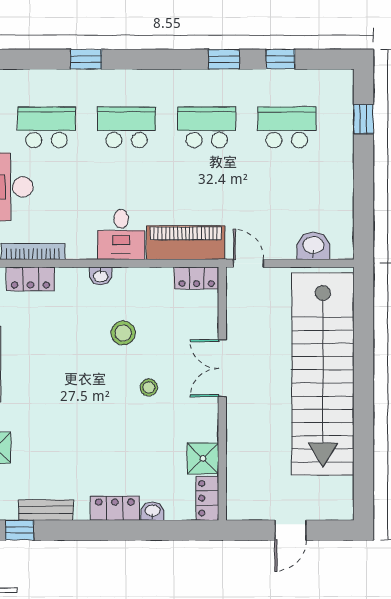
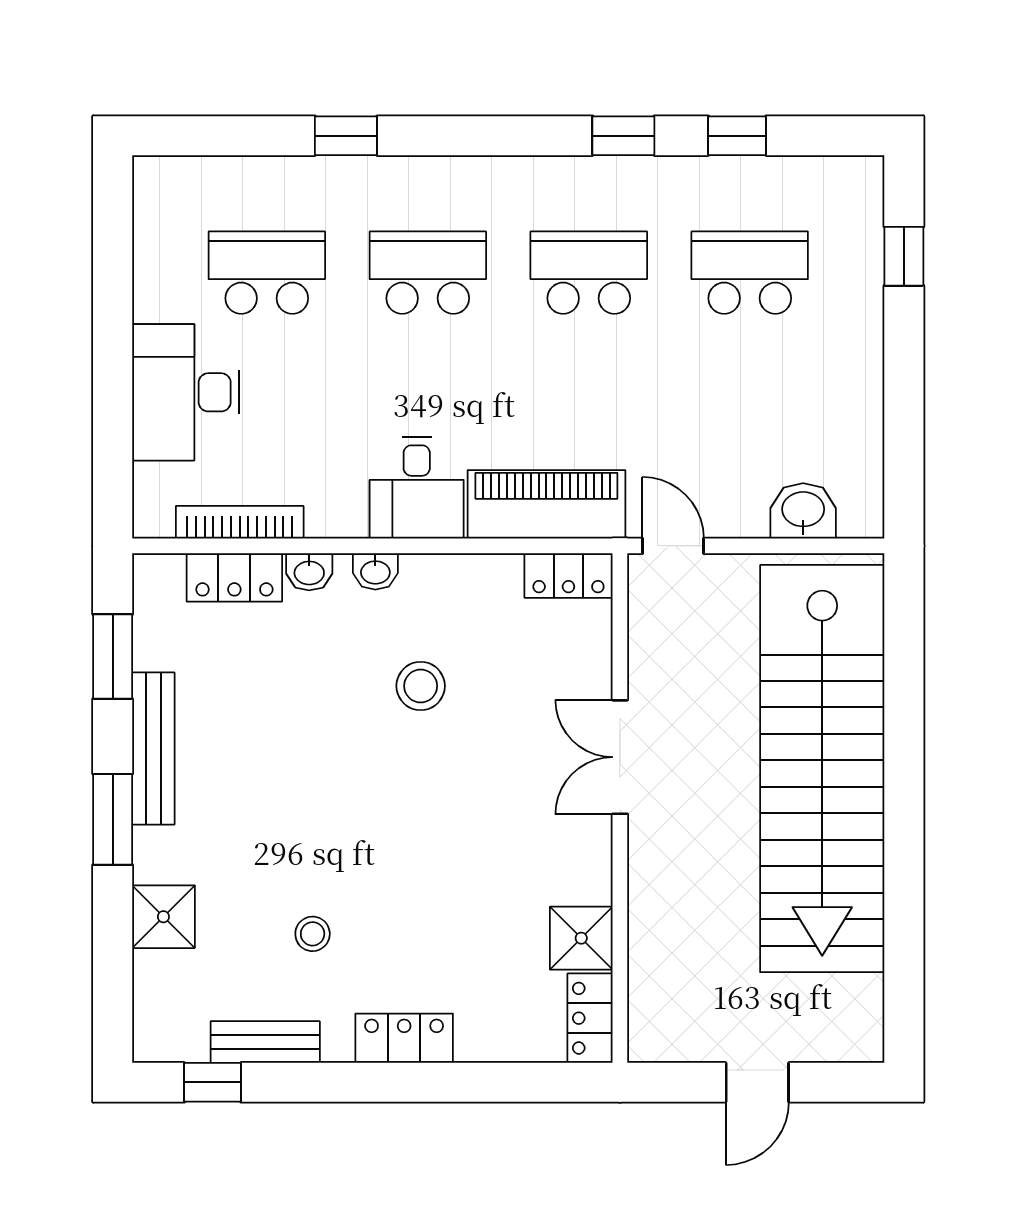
stool: (149, 387) -> (313, 934), moved
washbasin: (153, 511) -> (309, 572), moved, turned 180

